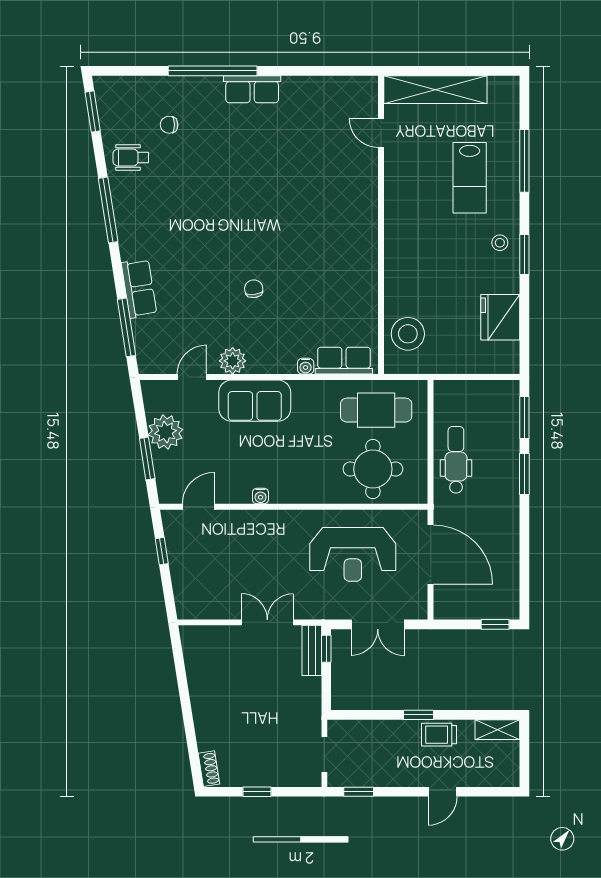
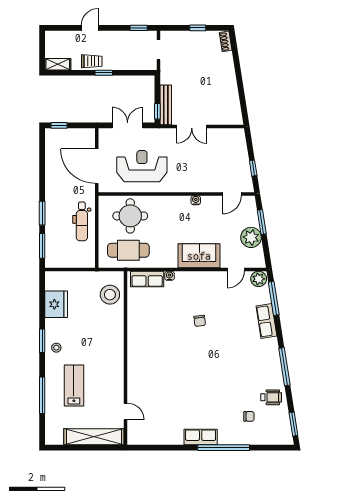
plant: (233, 361) -> (259, 279), moved
bench: (312, 650) -> (166, 105), width x1.36

